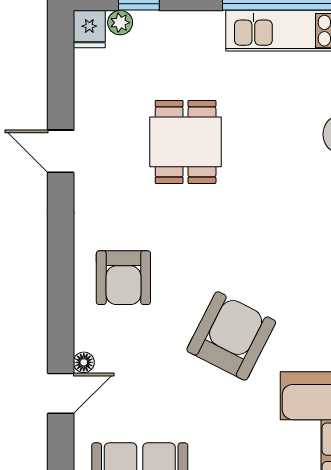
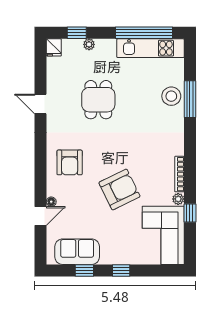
plant: (120, 23) -> (89, 44), moved
armchair: (231, 336) -> (119, 189), turned 37

